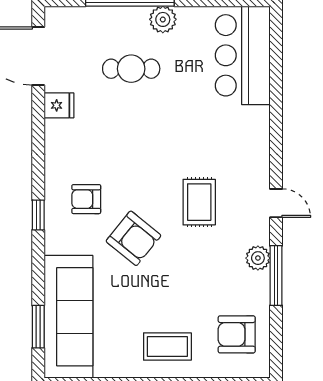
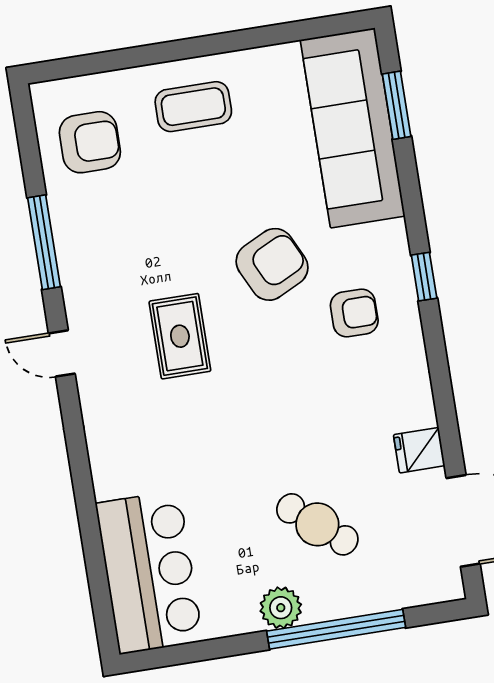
cafe table: (131, 69) -> (317, 524), turned 40
armchair: (133, 238) -> (272, 264), turned 115
plant: (258, 258) -> (76, 265), removed

